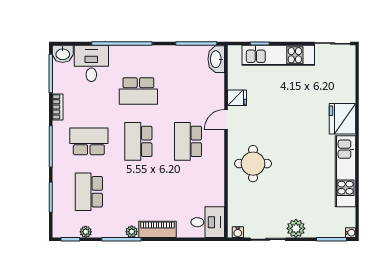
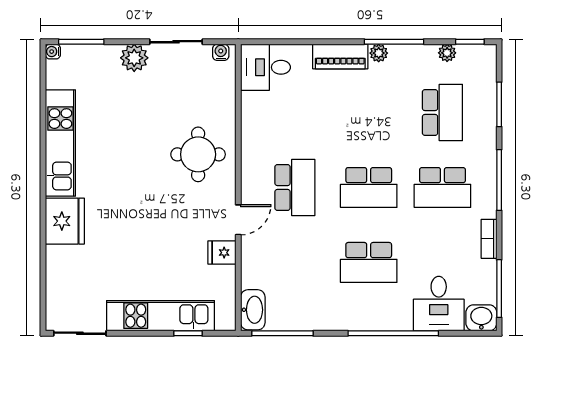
school desk: (138, 91) -> (369, 262), turned 180
school desk: (138, 141) -> (369, 187), turned 90

